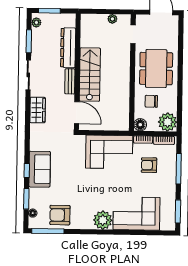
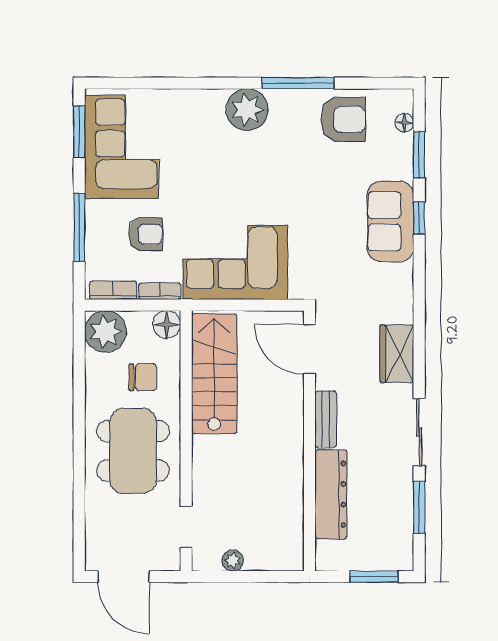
plant: (36, 22) -> (403, 550), removed
stairs: (90, 75) -> (214, 374), moved, turned 180
corner sofa: (136, 214) -> (122, 147), moved, turned -90
window: (48, 231) -> (298, 83), moved

